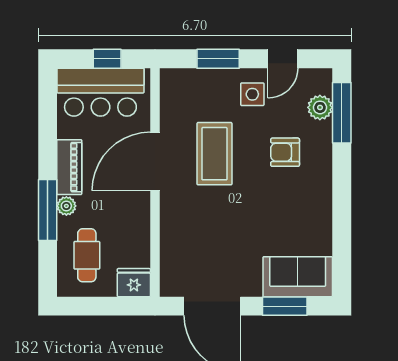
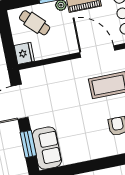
cafe table: (87, 255) -> (35, 23), turned 45

